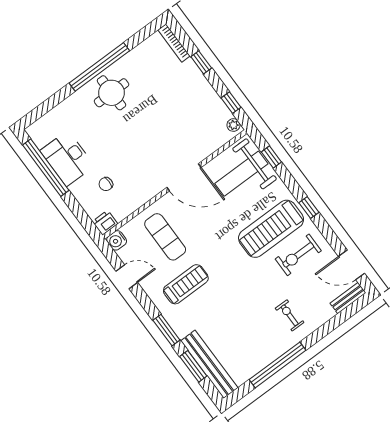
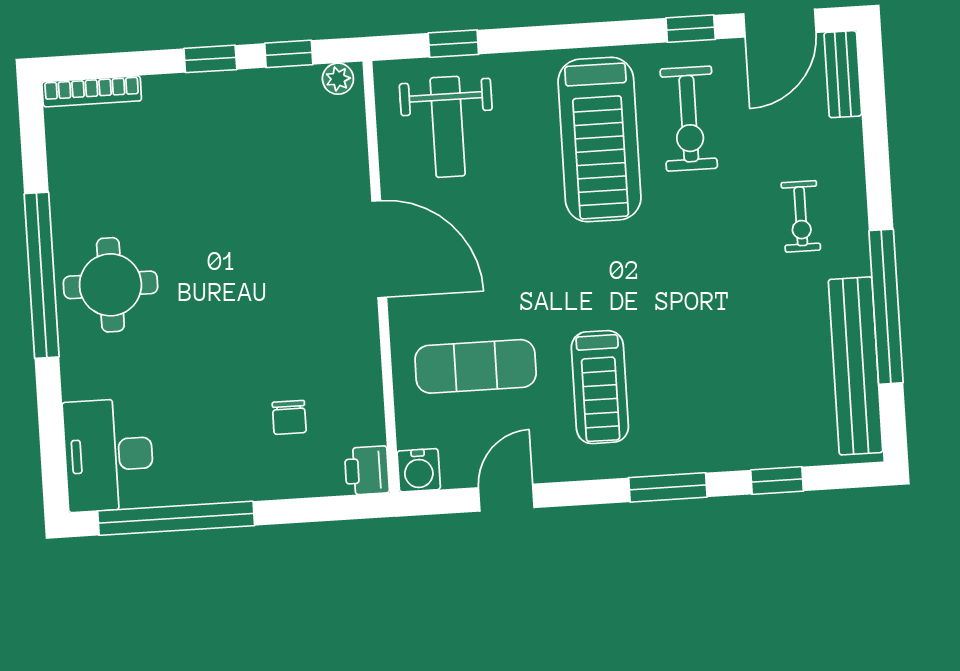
window: (201, 62) -> (210, 59), moved
desk: (67, 158) -> (109, 455), moved, turned 90
weight bench: (241, 174) -> (448, 127), width x0.73, depth x0.75
door: (184, 177) -> (379, 249), hinge flipped
window: (309, 207) -> (691, 29), moved
treadmill: (186, 284) -> (600, 387), turned 180
exercise bike: (290, 315) -> (801, 216), turned -90
bench: (209, 364) -> (856, 366), moved, turned 90
window: (193, 366) -> (777, 481), width x0.67

